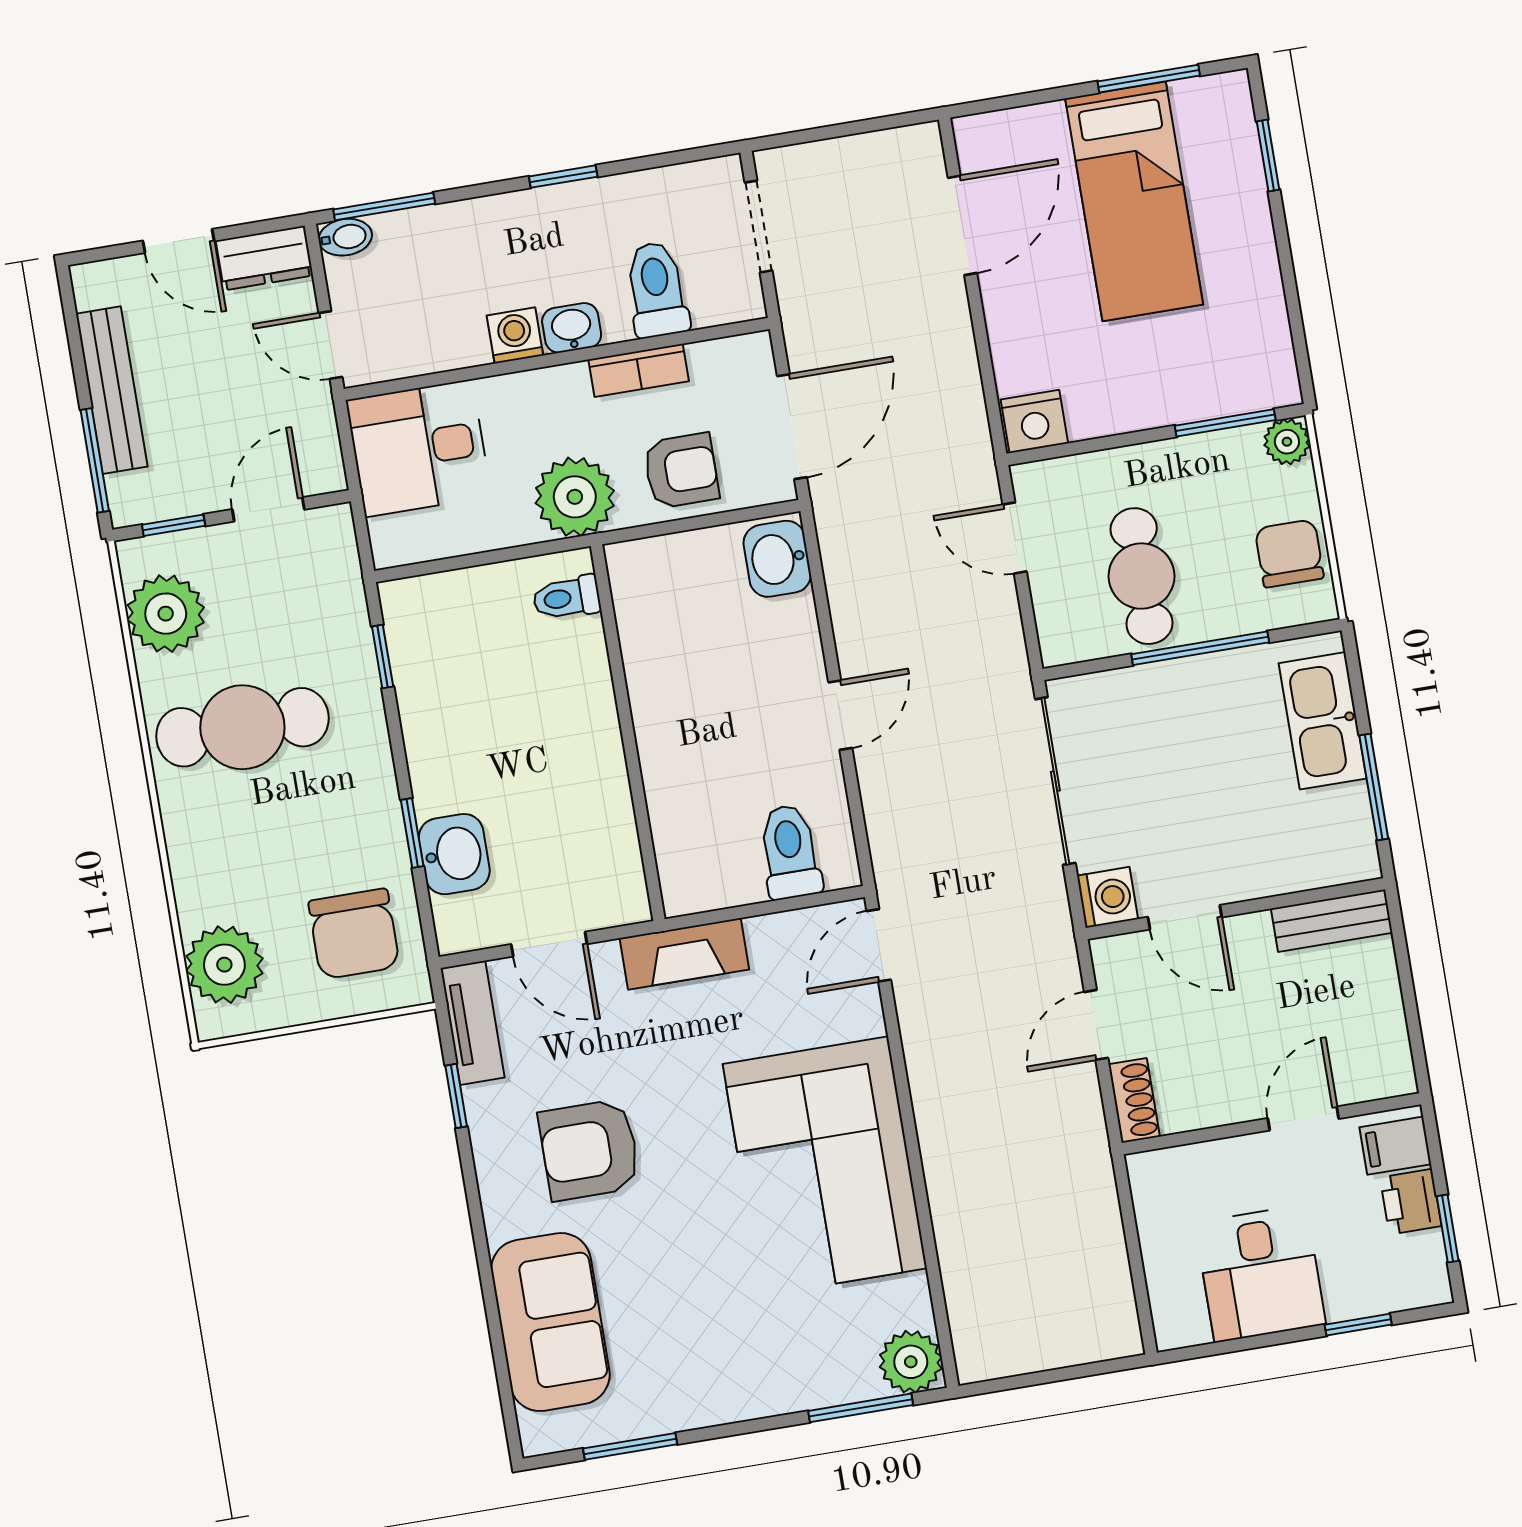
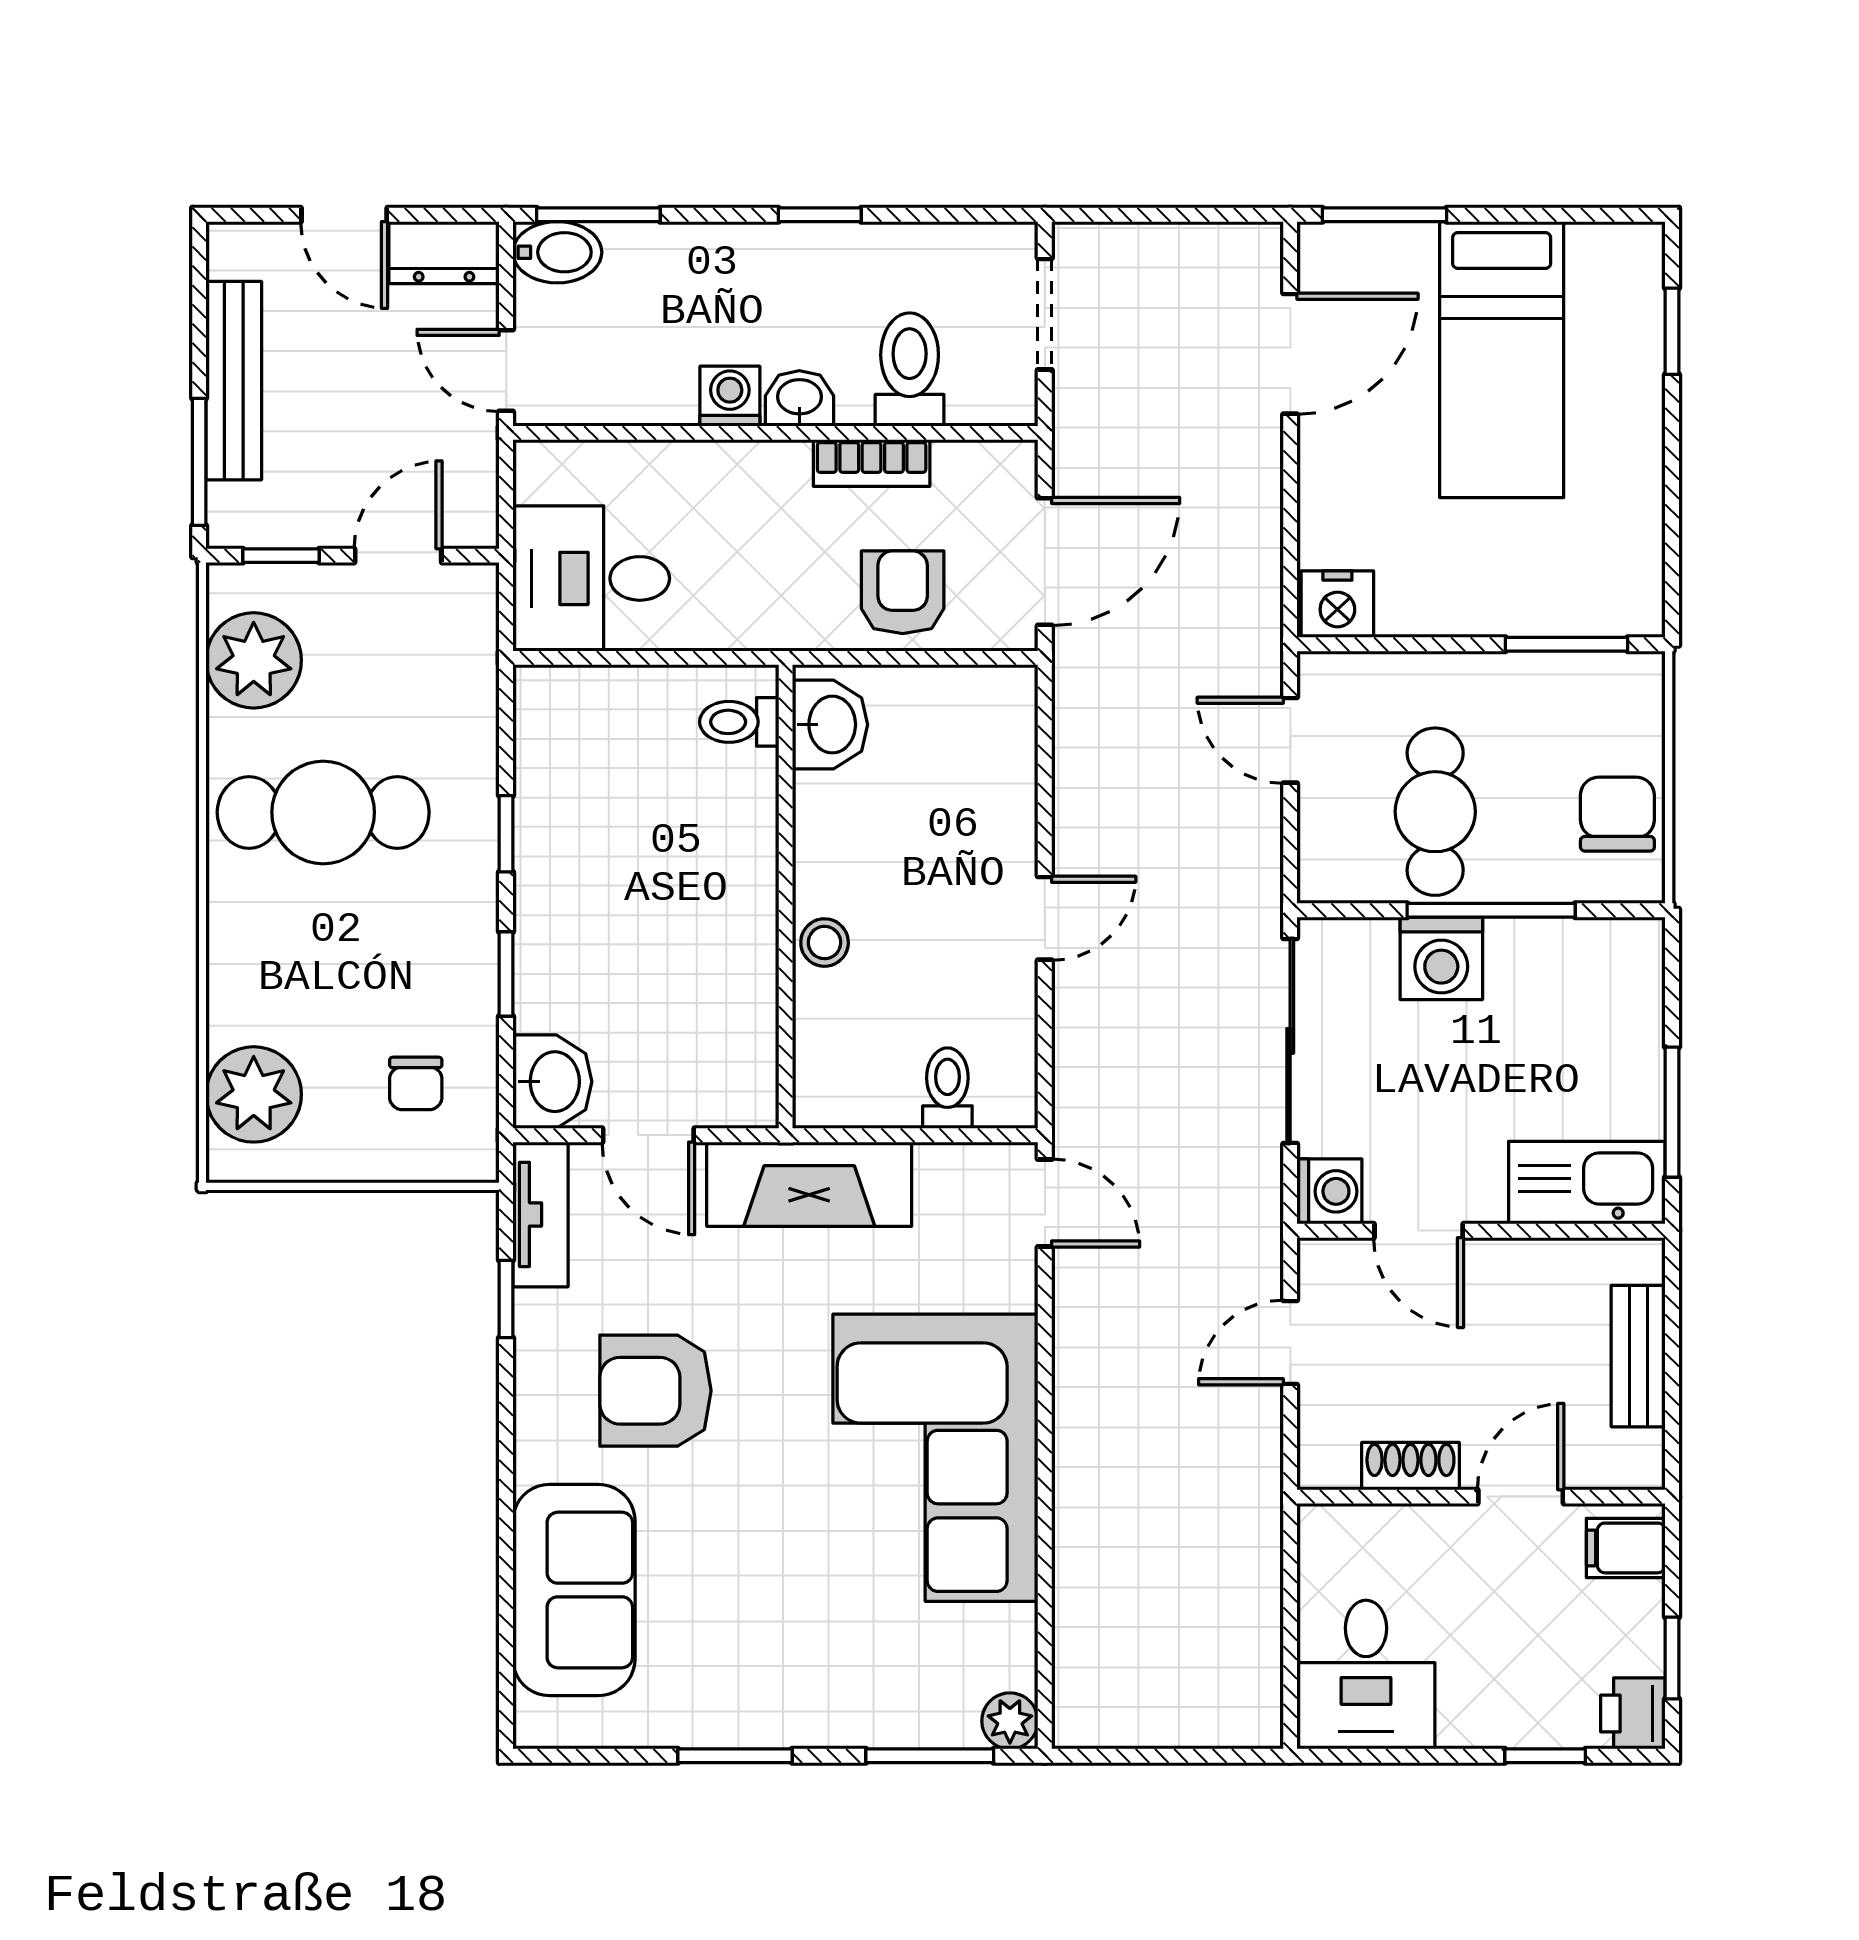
window: (1149, 79) -> (1384, 215), moved
bidet: (345, 237) -> (557, 252), width x1.38, depth x1.36
plant: (1287, 442) -> (1637, 679), removed
desk: (419, 448) -> (591, 578), moved
armchair: (681, 471) -> (903, 592), turned -90
plant: (575, 497) -> (769, 602), removed
washbasin: (777, 559) -> (830, 725), moved, turned 180
window: (383, 657) -> (506, 834), moved
washing machine: (1166, 694) -> (1441, 958), added
kitchen sink: (1323, 721) -> (1587, 1183), moved, turned 90
stool: (665, 765) -> (825, 943), added
toilet: (790, 852) -> (947, 1088), width x0.73, depth x0.72
washbasin: (454, 854) -> (552, 1082), moved
bench: (1332, 921) -> (1638, 1356), moved, turned 90
chair: (354, 934) -> (416, 1083), width x0.54, depth x0.54
door: (879, 945) -> (1045, 1203), swing flipped
fireplace: (684, 954) -> (809, 1184), width x1.37, depth x1.32
shoe rack: (1134, 1100) -> (1410, 1466), moved, turned -90
printer: (1411, 1202) -> (1633, 1713), moved
desk: (1260, 1274) -> (1366, 1675), moved
plant: (911, 1362) -> (1010, 1721), width x0.73, depth x0.73
window: (630, 1446) -> (735, 1756), moved

